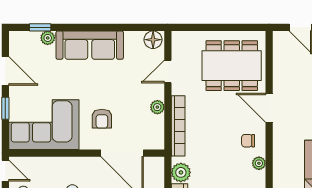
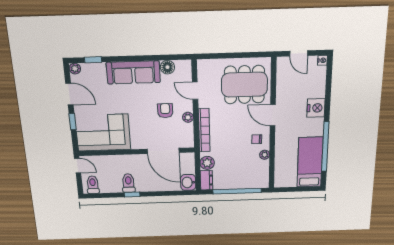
plant: (48, 38) -> (75, 69), moved
floor lamp: (153, 40) -> (167, 67), moved
door: (168, 72) -> (195, 91), hinge flipped
armchair: (102, 119) -> (165, 111), moved, turned 180

